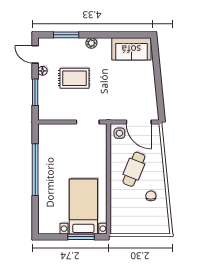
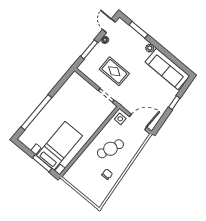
sofa: (131, 49) -> (167, 69), width x1.36
window: (158, 75) -> (174, 103), added
rug: (74, 78) -> (114, 71), moved
door: (139, 122) -> (138, 122), swing flipped
window: (35, 170) -> (36, 112), moved

